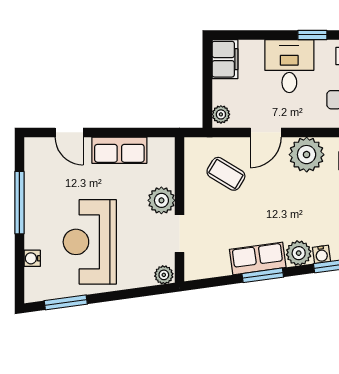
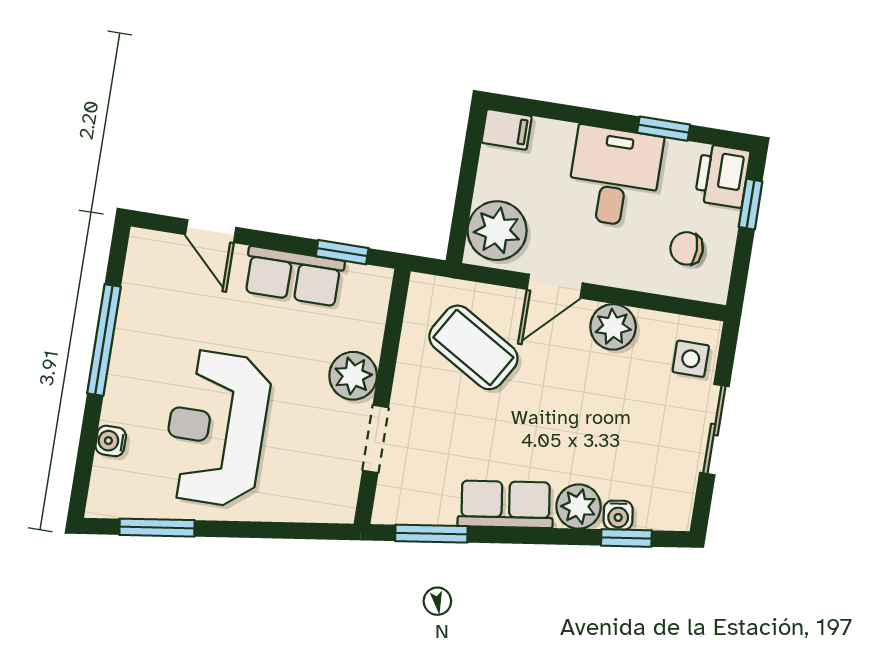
filing cabinet: (225, 59) -> (507, 129), width x0.50
plant: (221, 114) -> (497, 231), width x1.88, depth x1.88
window: (144, 132) -> (342, 252), added
plant: (307, 155) -> (613, 327), width x0.73, depth x0.73
coffee table: (226, 174) -> (473, 347), width x1.36, depth x1.30
plant: (164, 275) -> (336, 507), removed
window: (263, 275) -> (431, 534), moved

